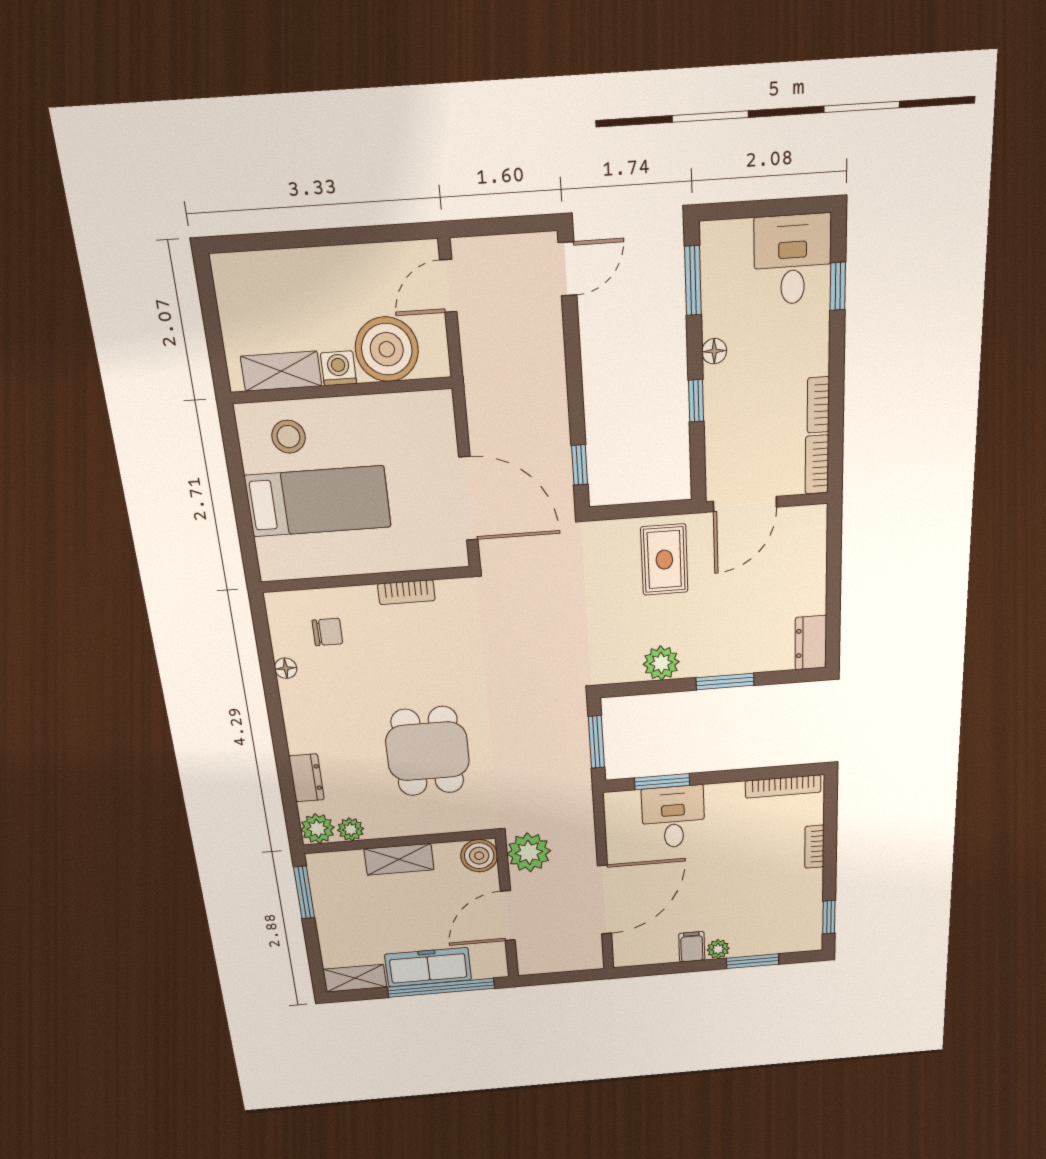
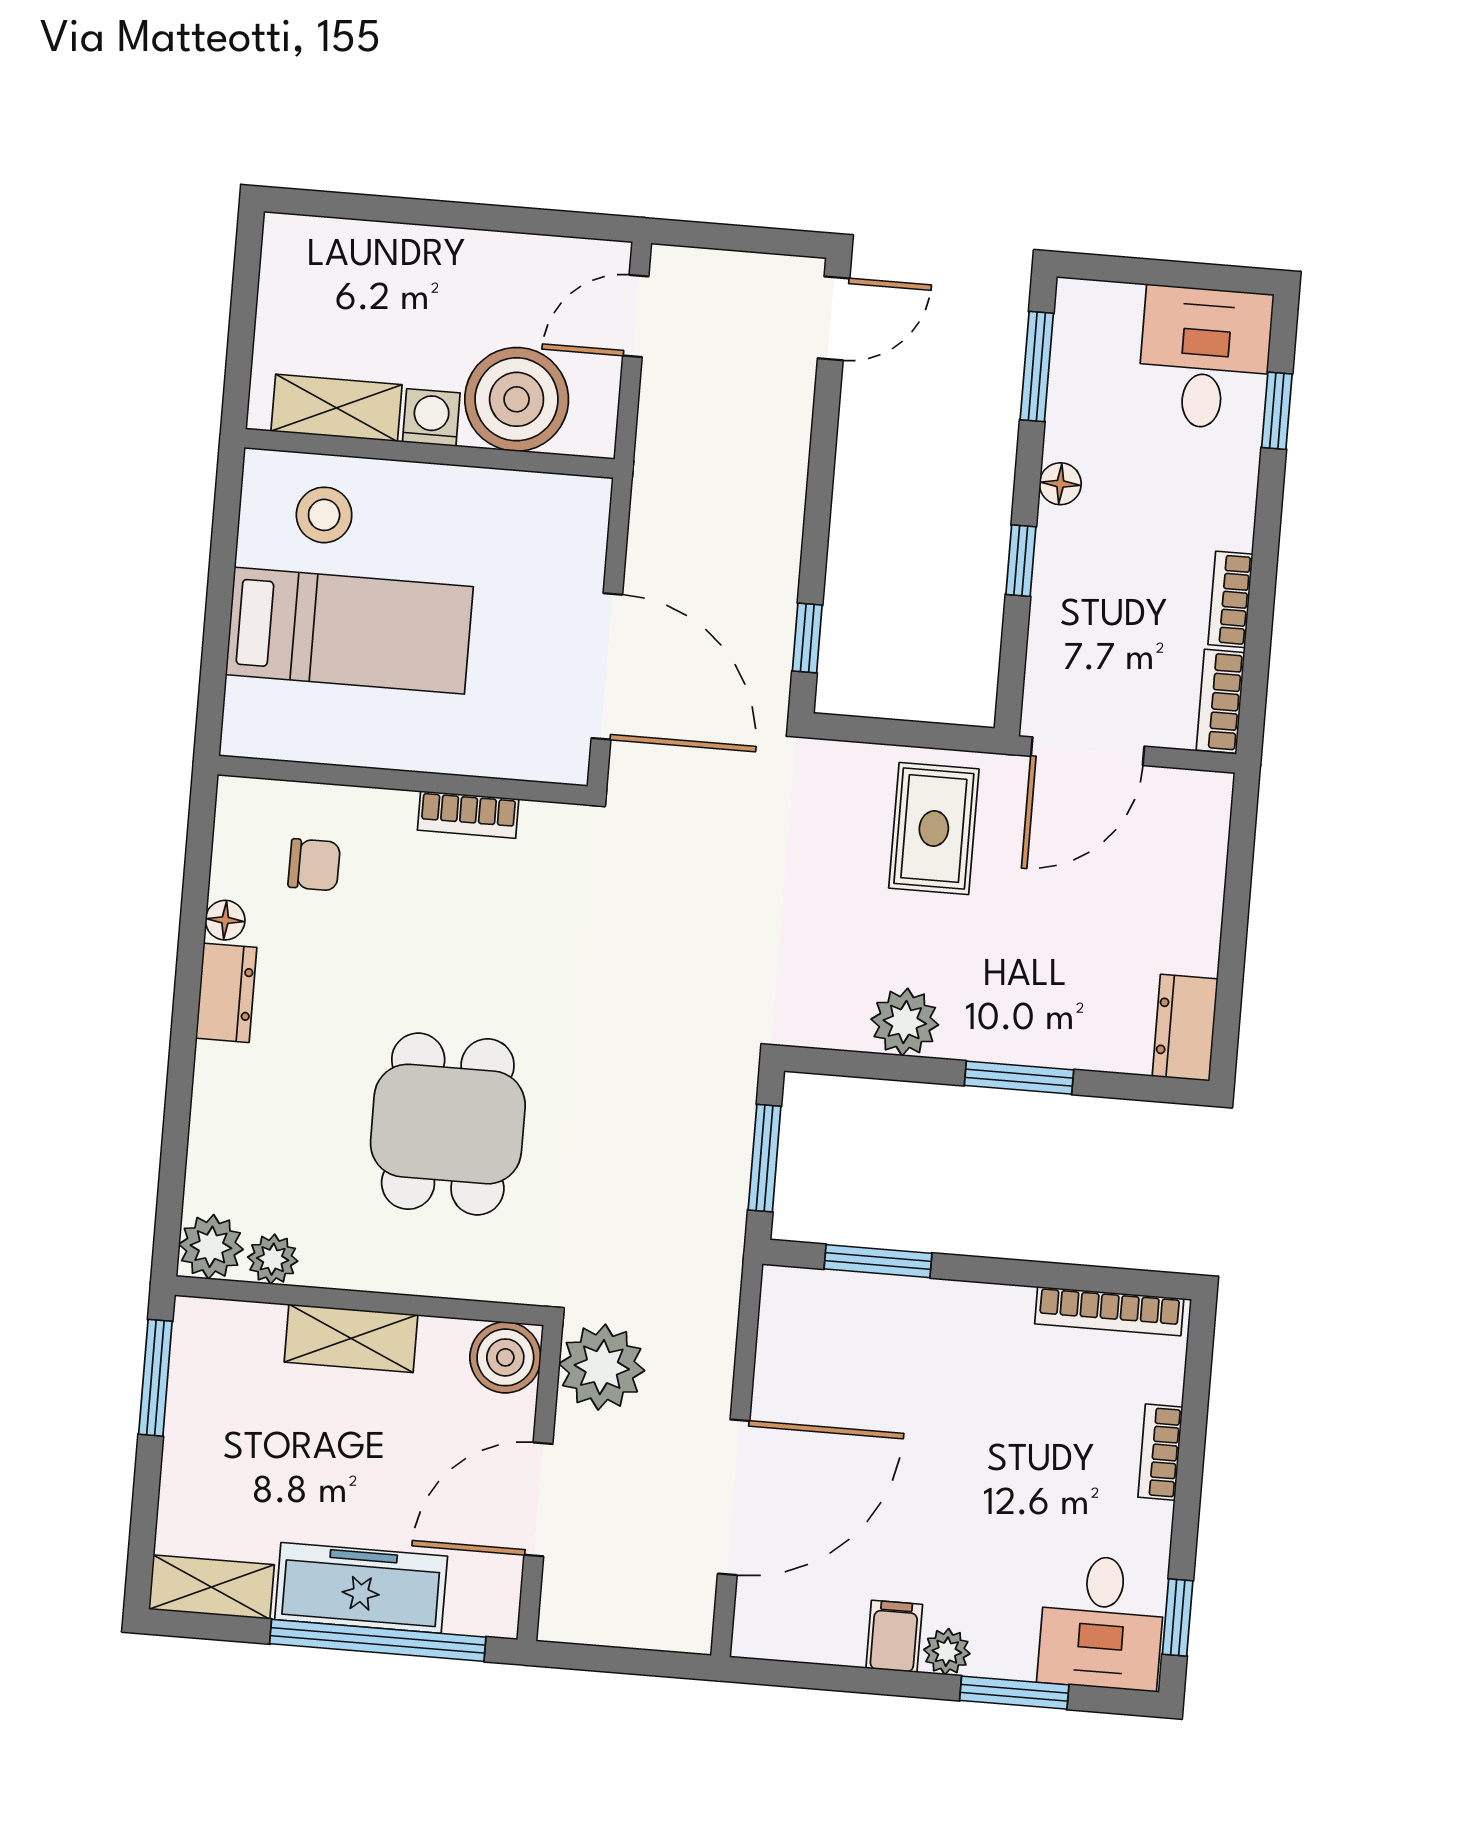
dresser: (307, 778) -> (226, 993), moved
desk: (673, 817) -> (1102, 1623), moved, turned 180

